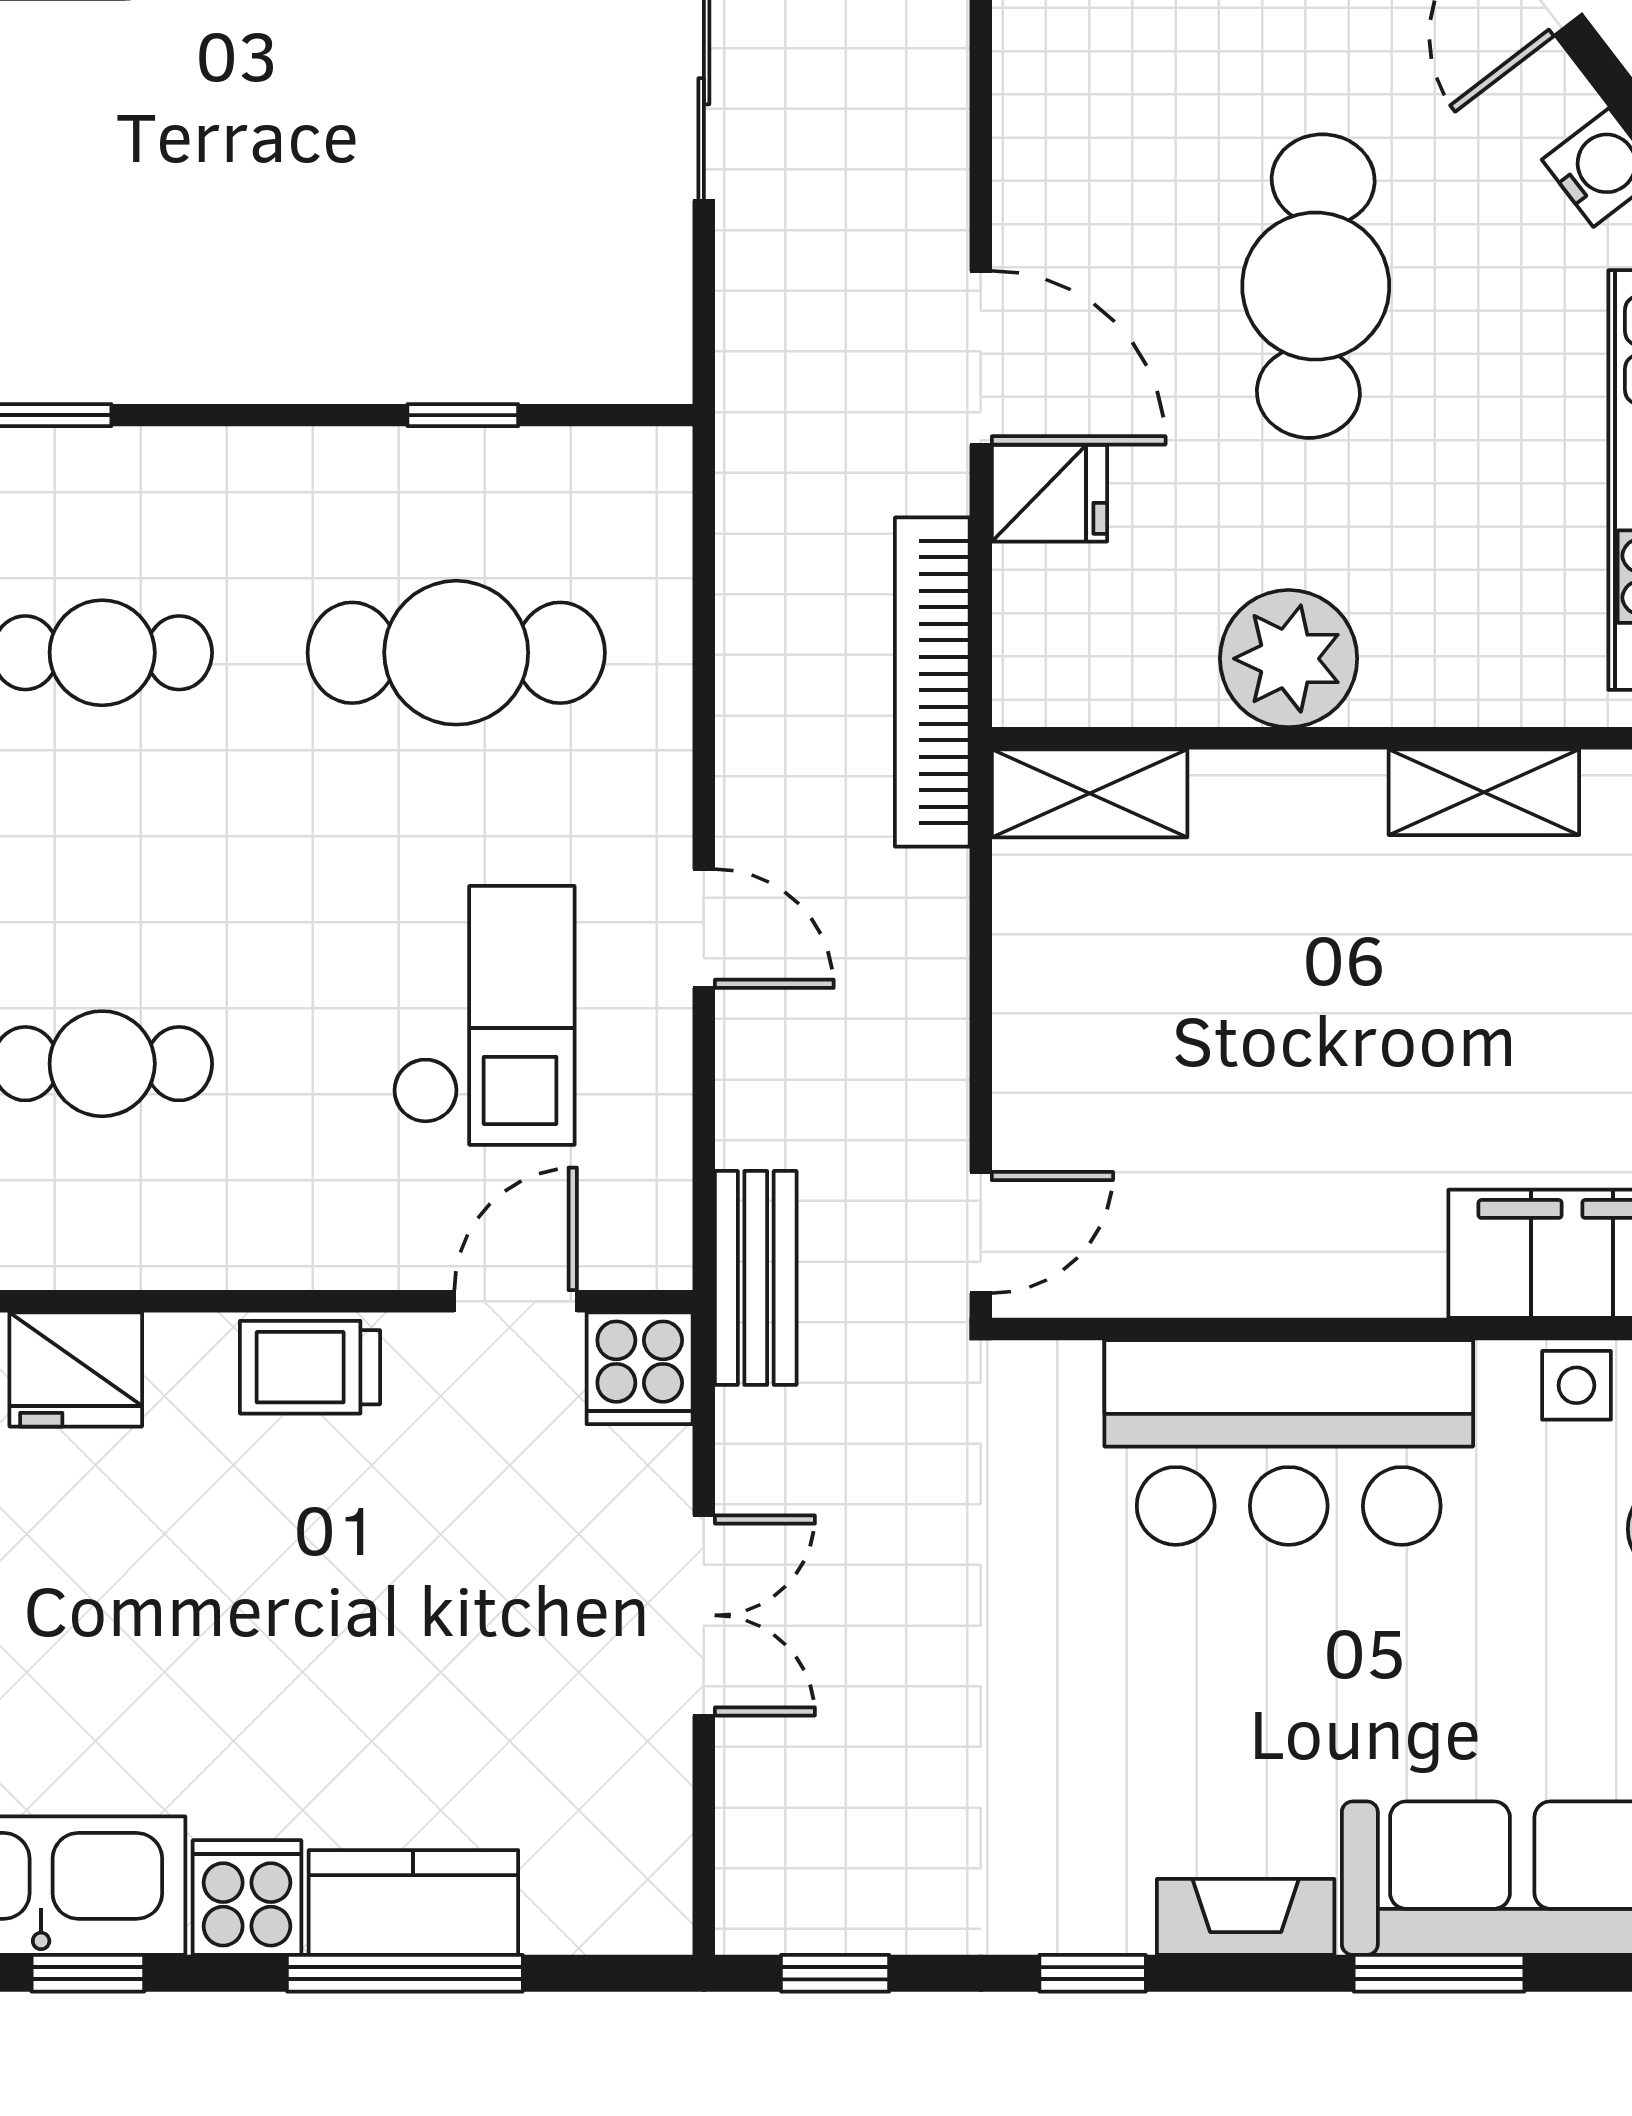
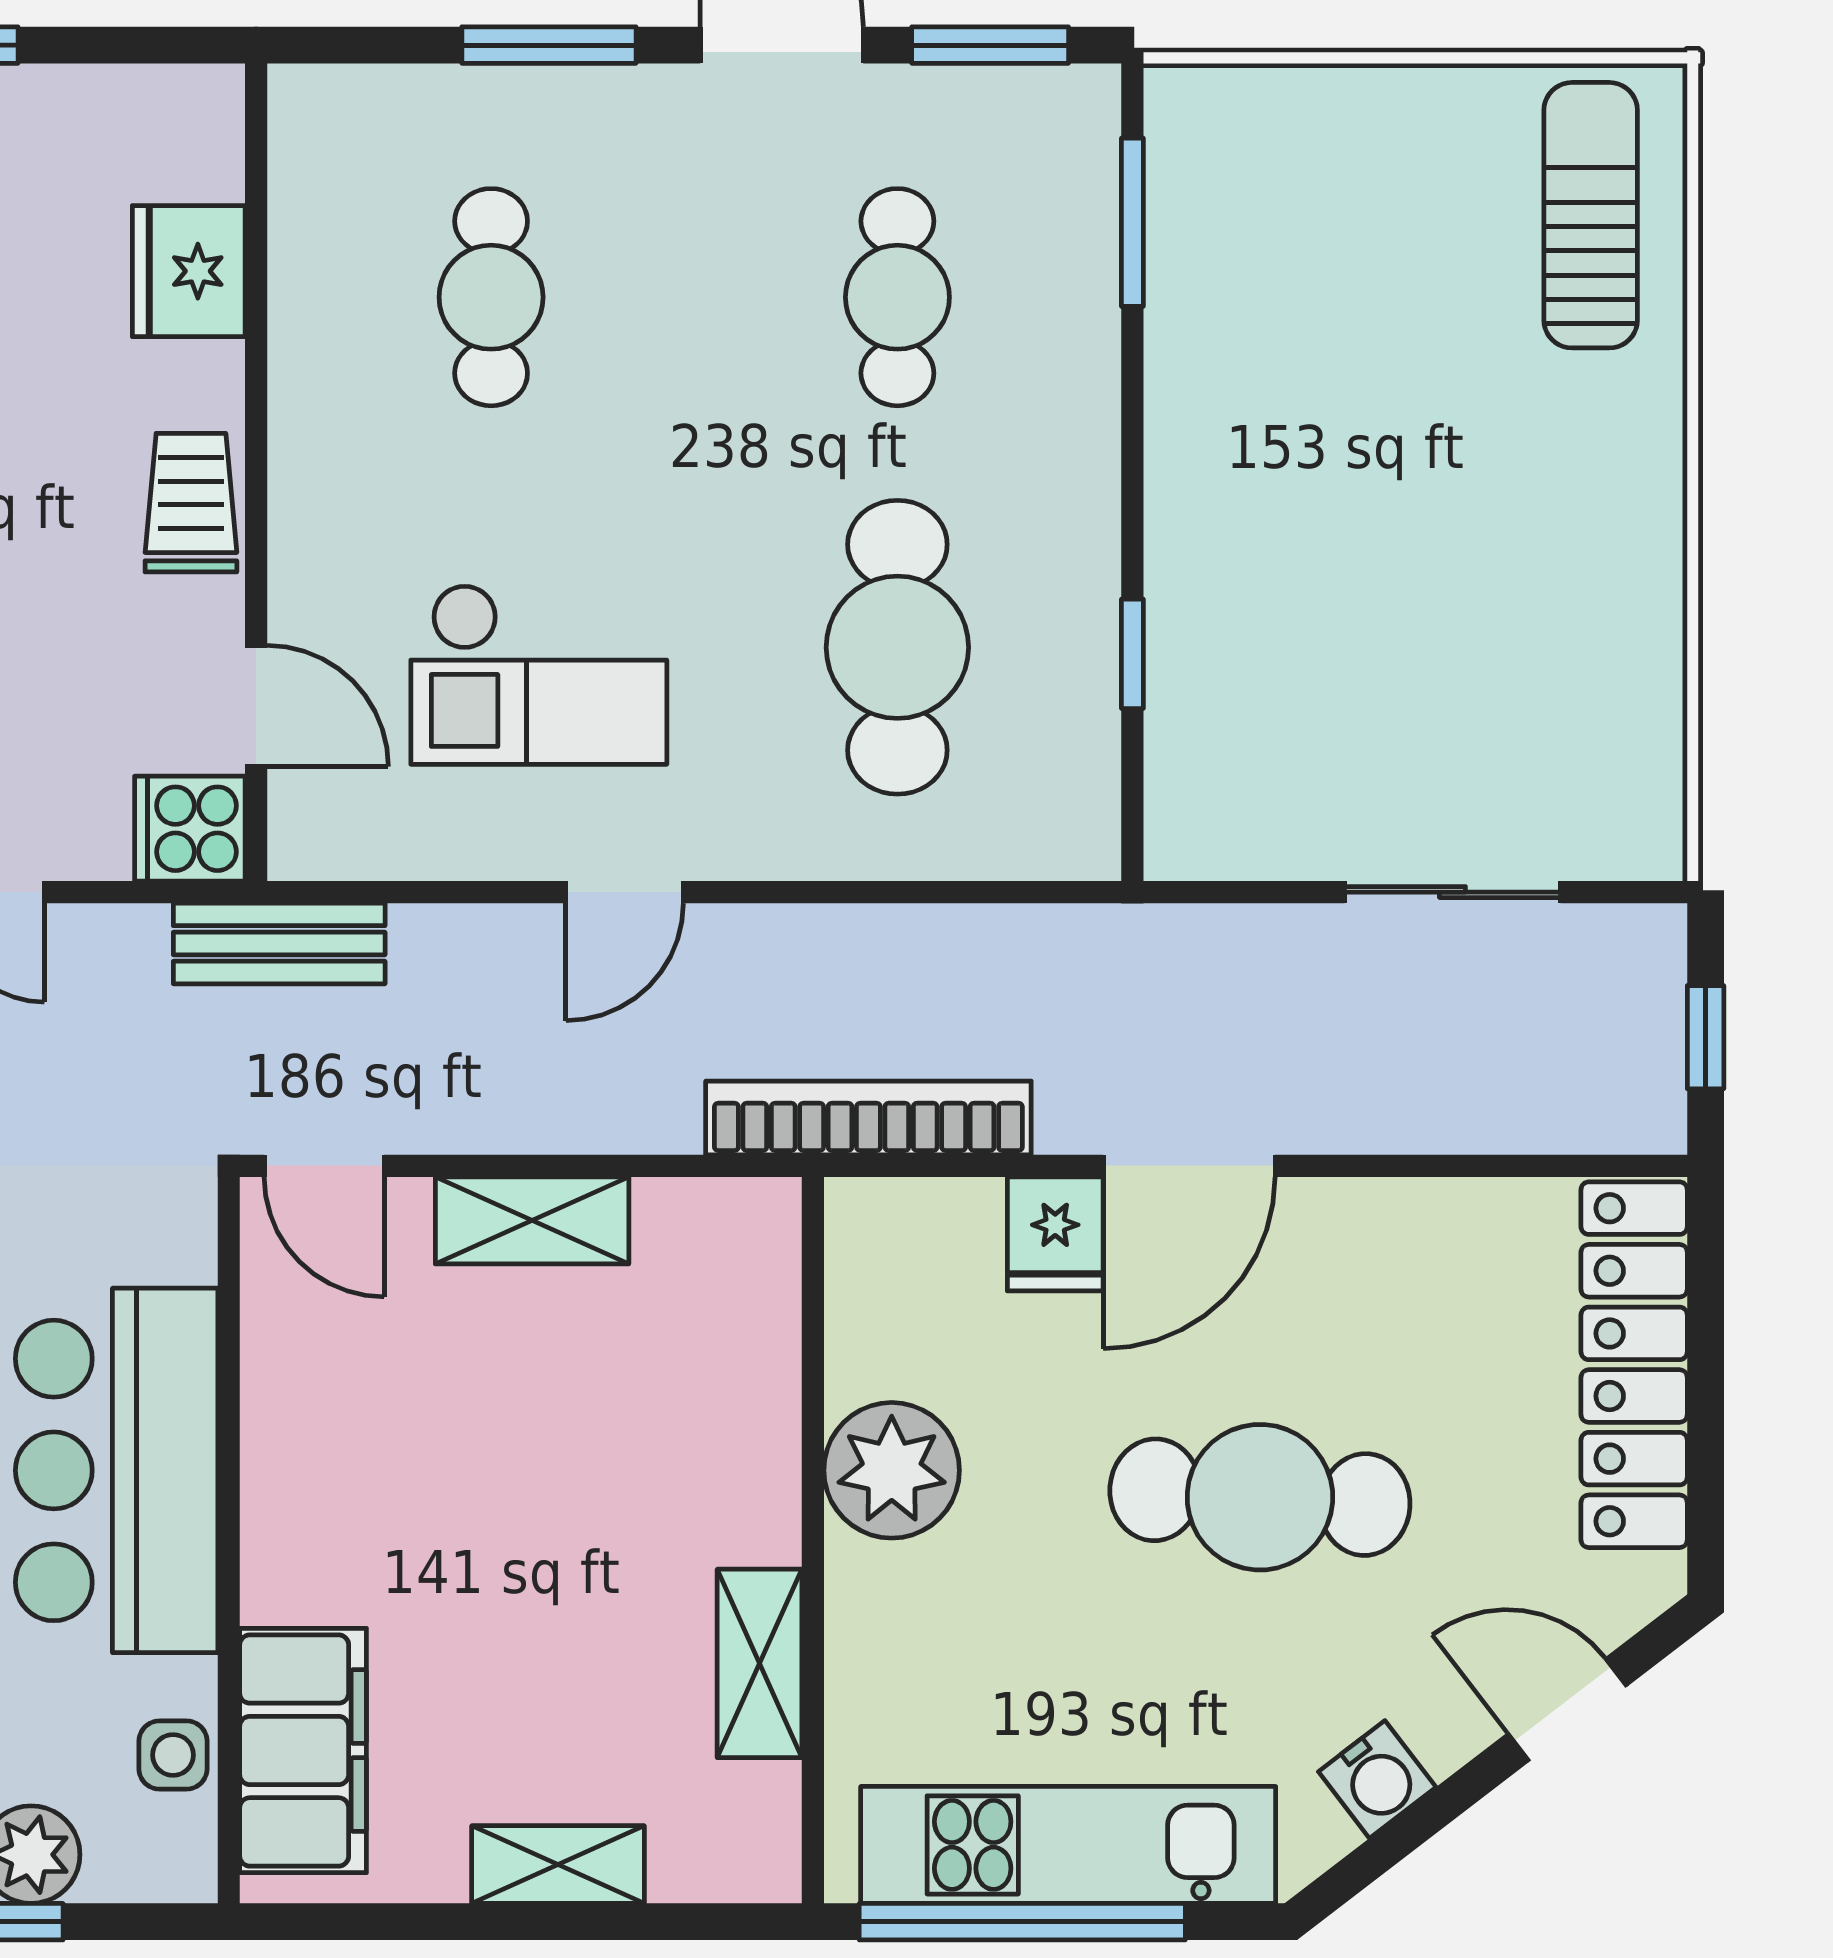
shelving: (1090, 793) -> (532, 1220), moved, turned 90

